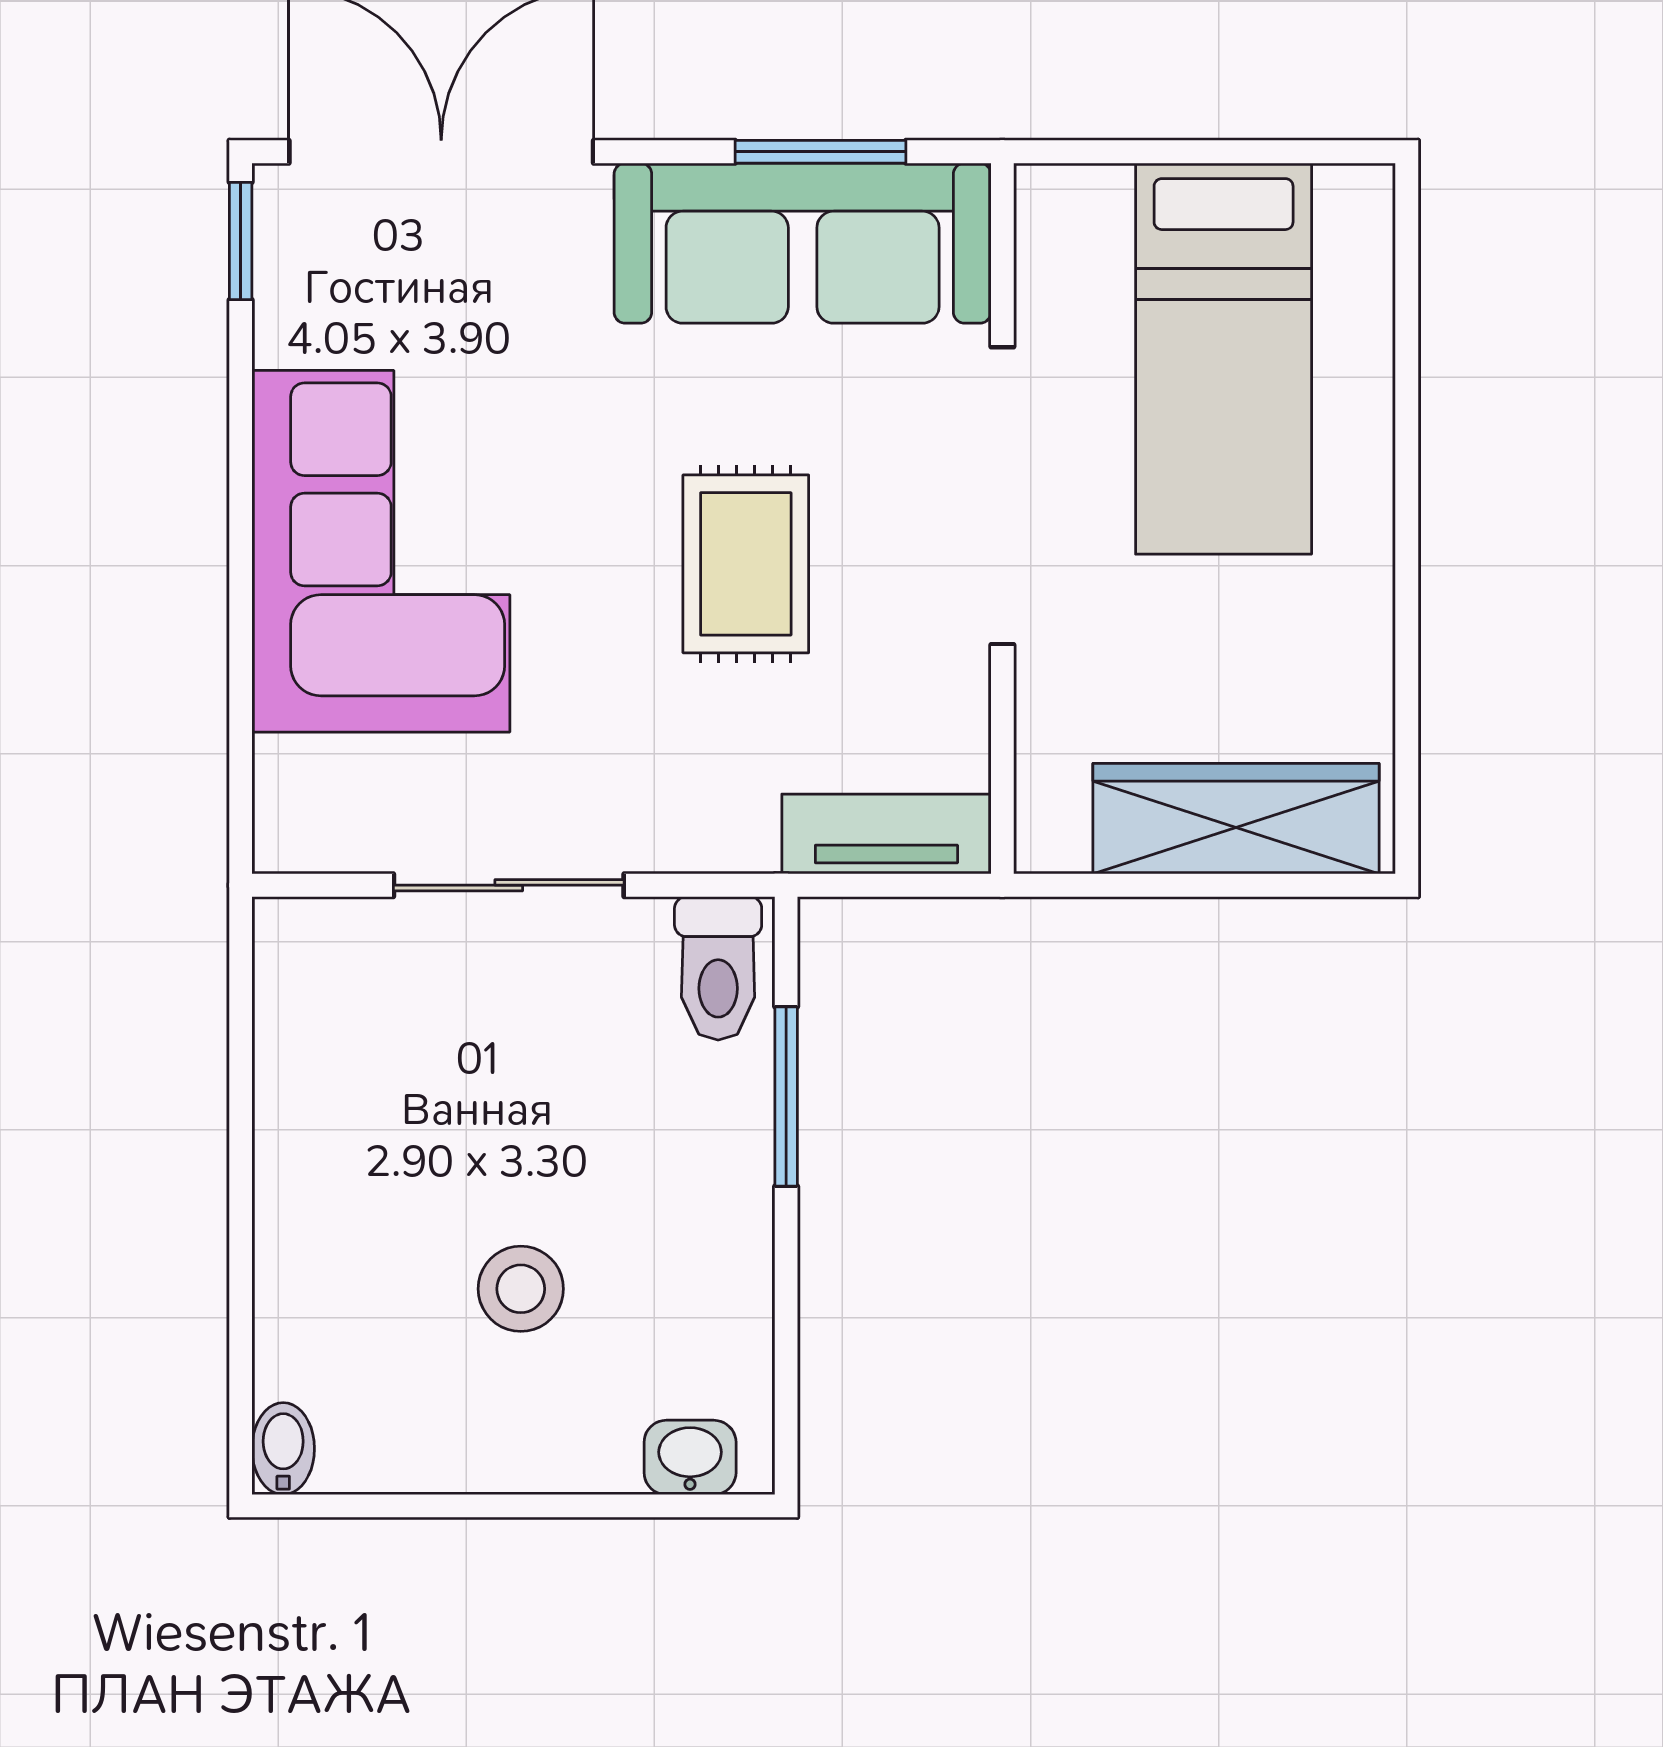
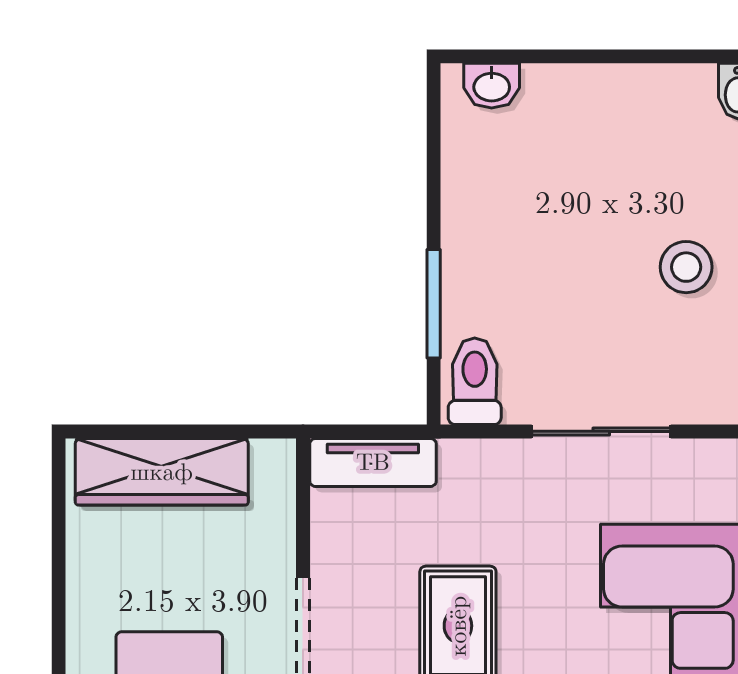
stool: (521, 1289) -> (686, 267), moved

